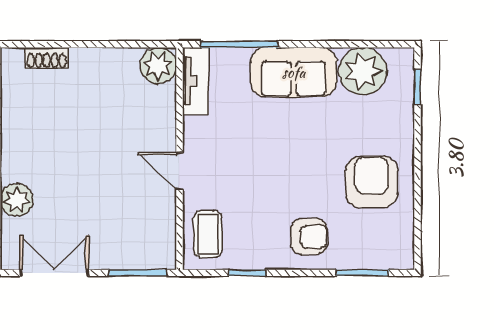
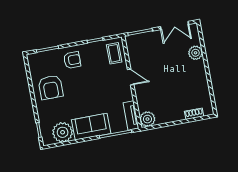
armchair: (309, 236) -> (72, 60), turned 180

